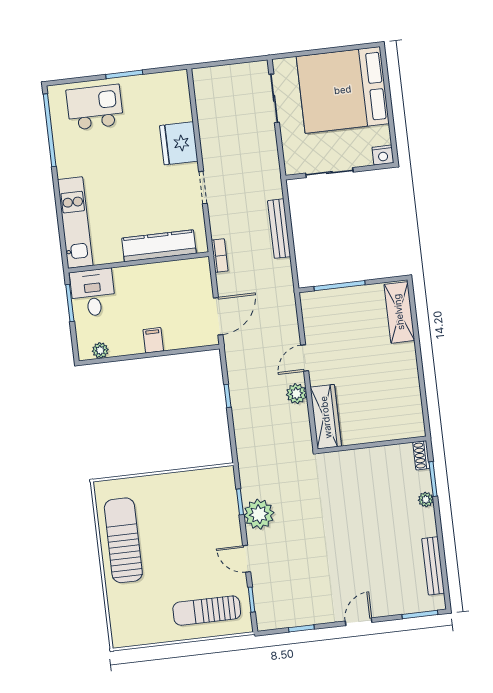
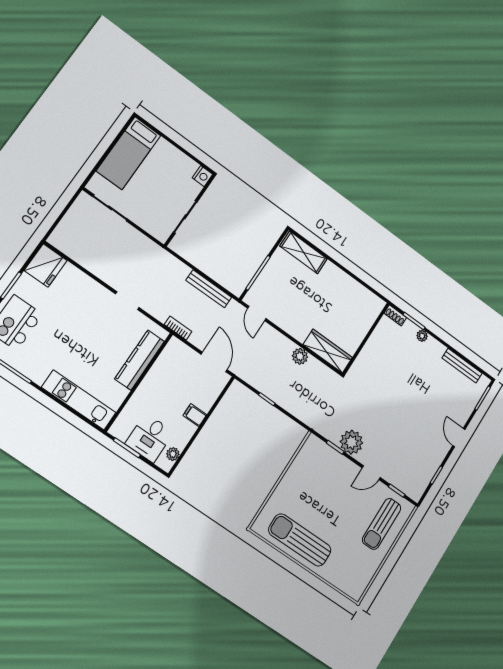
bed: (343, 90) -> (128, 153), width x0.49
fridge: (179, 143) -> (46, 265), moved, turned -90
bench: (279, 229) -> (209, 289), moved
desk: (93, 293) -> (150, 438), moved, turned -90
door: (305, 358) -> (257, 313), moved

